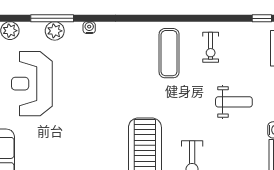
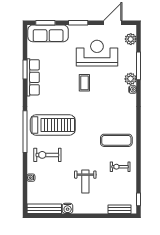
plant: (55, 31) -> (131, 79), moved
coffee table: (79, 103) -> (84, 83), added

